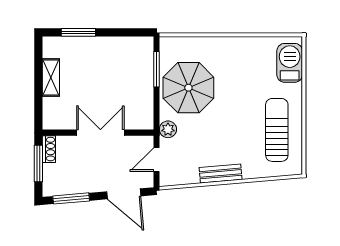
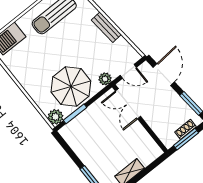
plant: (170, 47) -> (56, 117), added
double door: (100, 133) -> (128, 104), moved
shoe rack: (49, 149) -> (185, 129), moved

